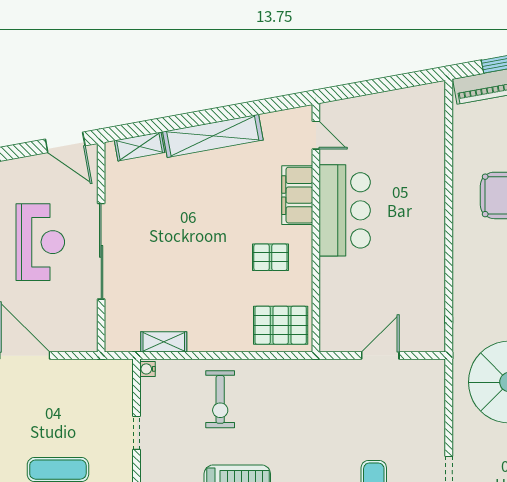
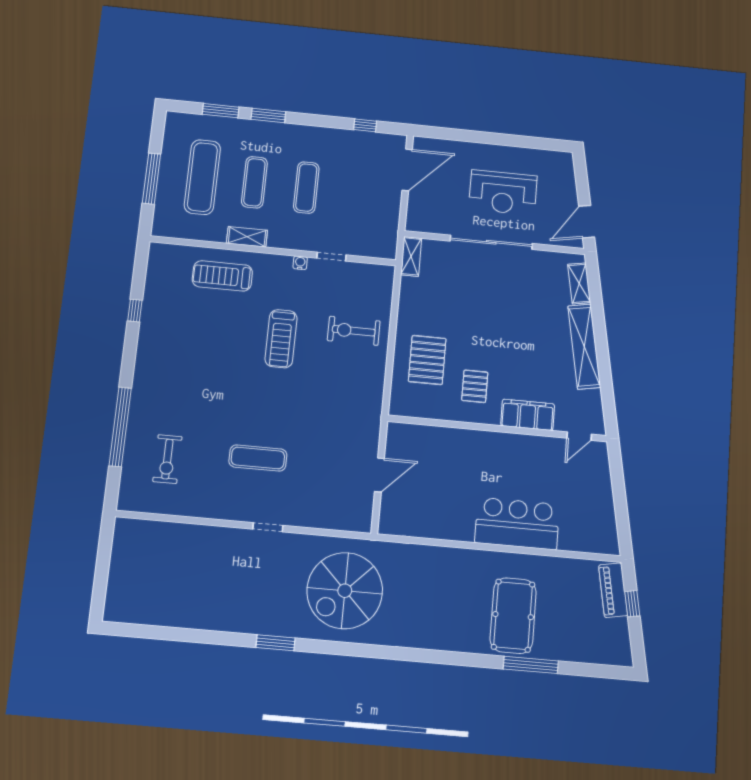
bar counter: (345, 210) -> (517, 524), moved, turned 180
pallet: (281, 325) -> (427, 360), moved
shelving: (164, 342) -> (411, 256), moved
door: (380, 356) -> (379, 475), hinge flipped
water cooler: (147, 369) -> (300, 263), moved

